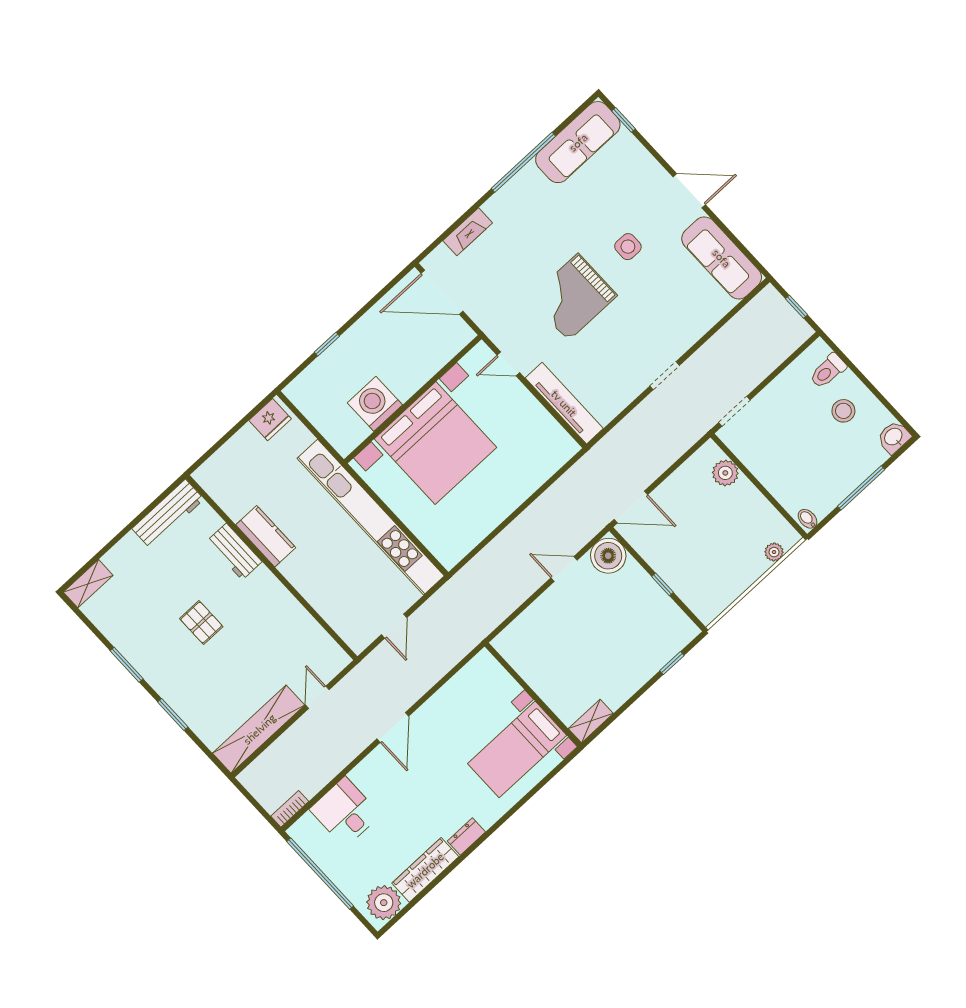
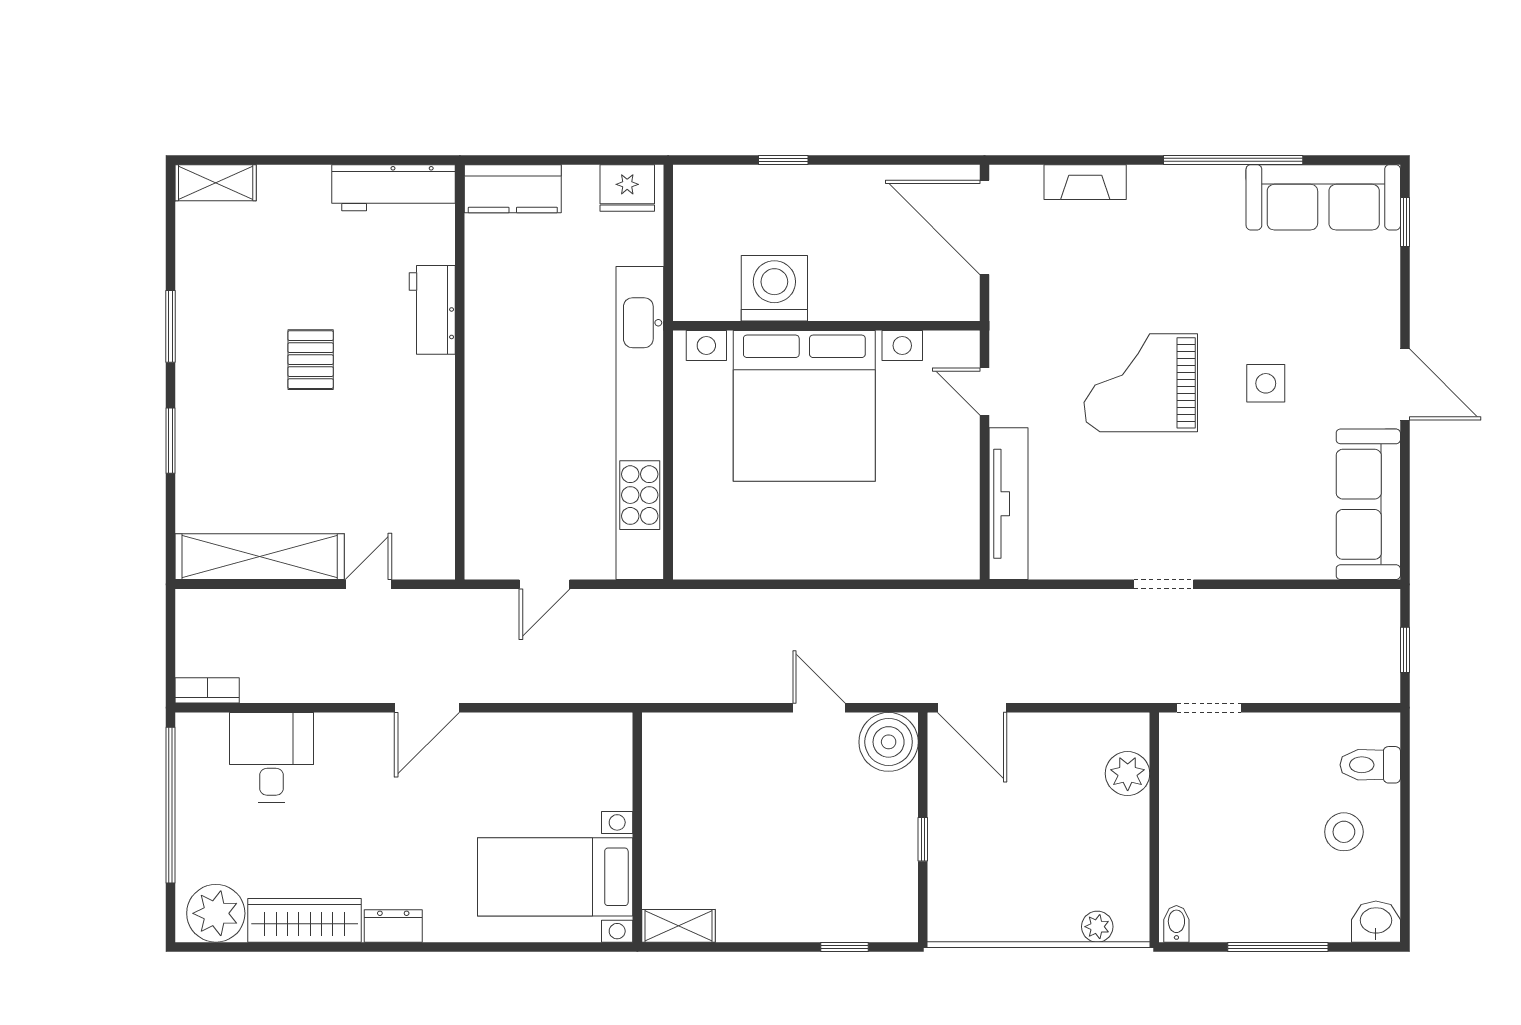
kitchen counter: (266, 536) -> (513, 189), moved, turned 90

